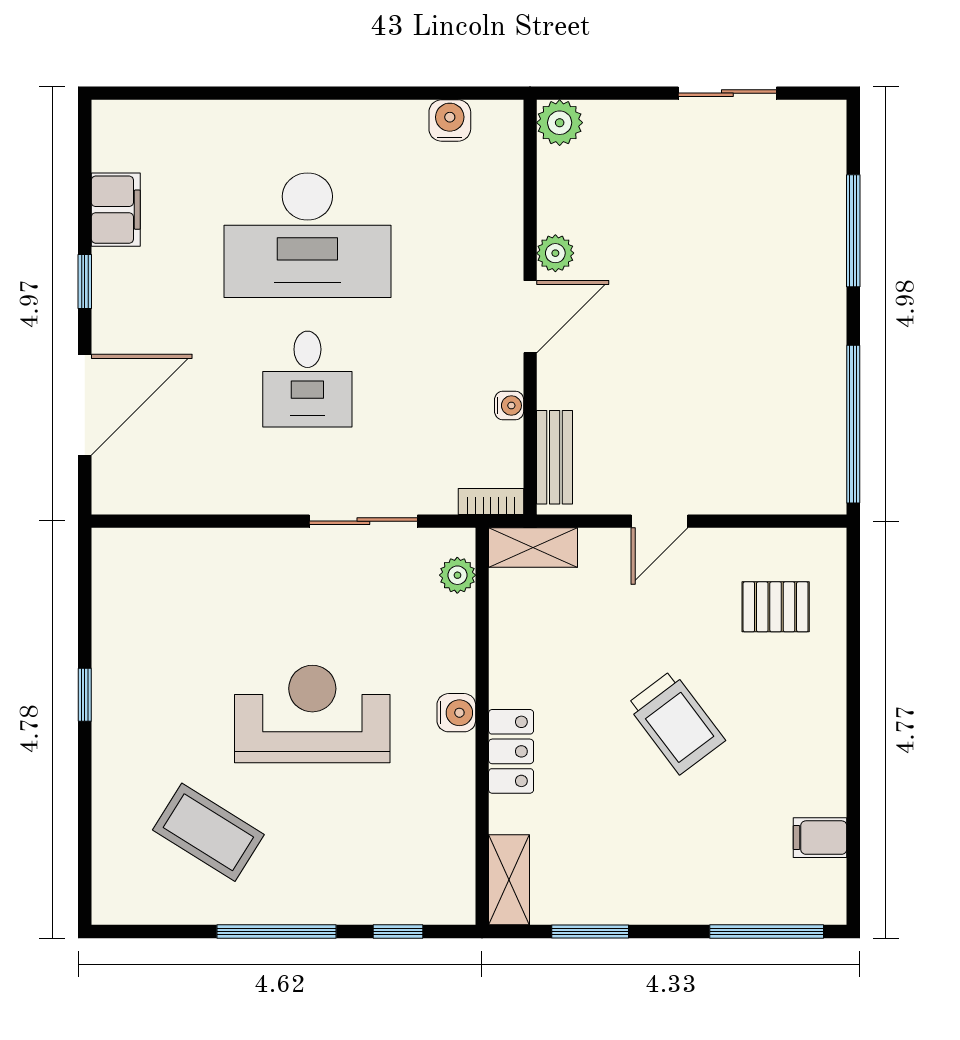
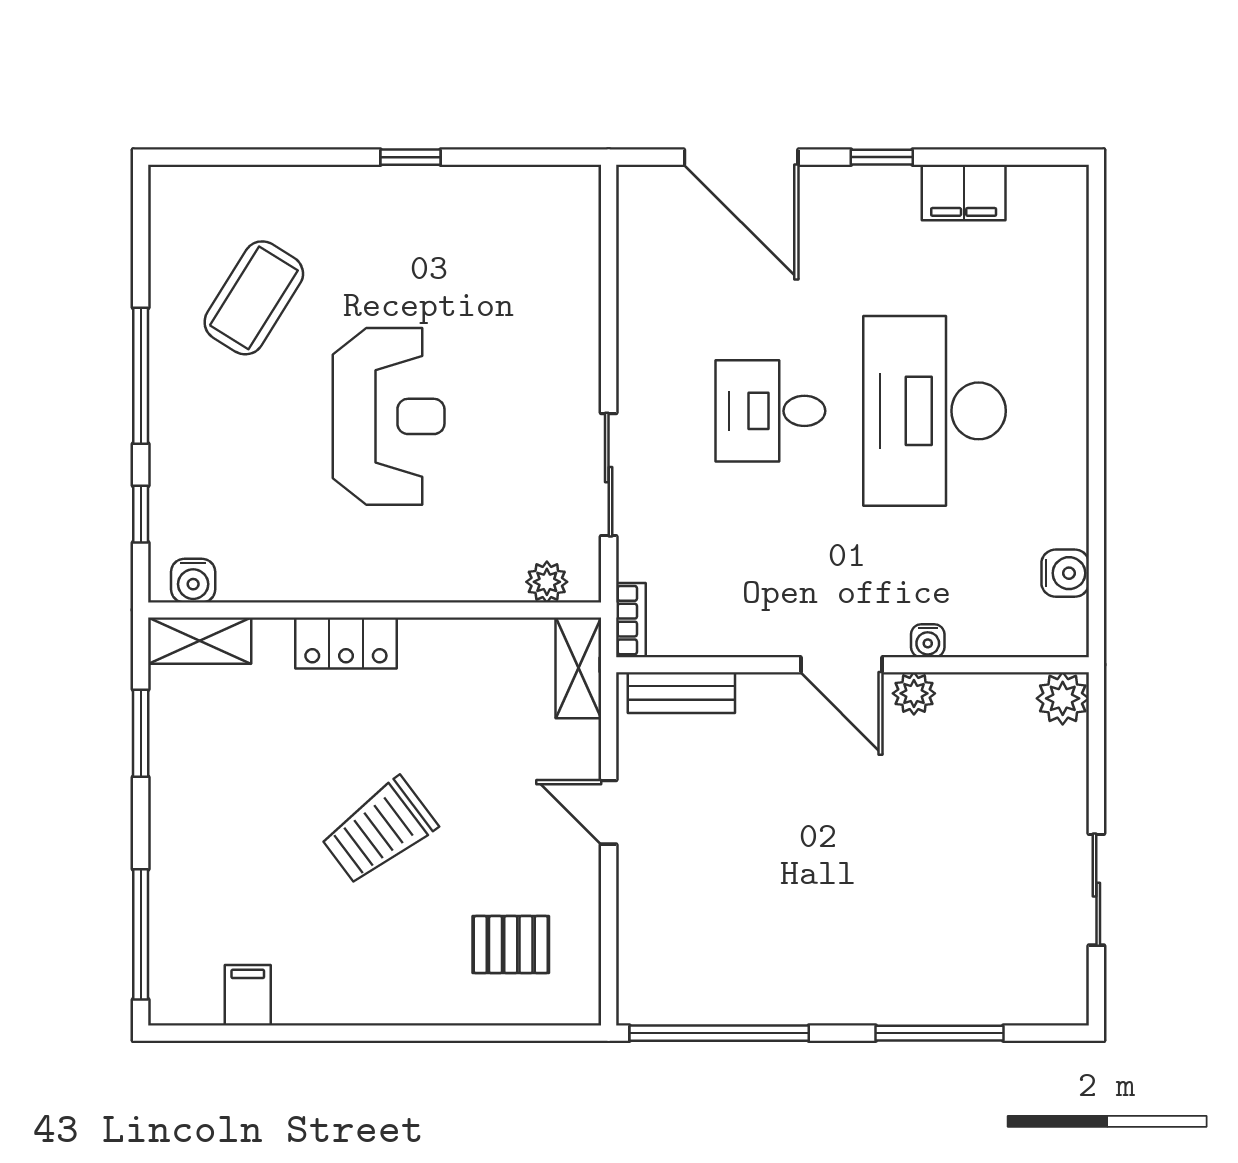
water cooler: (509, 406) -> (928, 641), moved
pallet: (776, 607) -> (511, 945), turned 90
water cooler: (456, 713) -> (193, 581), moved

